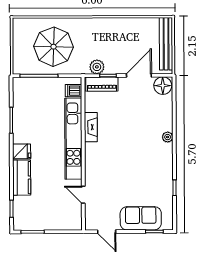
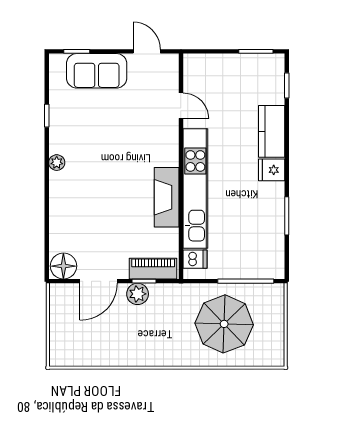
bench: (166, 44) -> (58, 328), removed
plant: (97, 67) -> (138, 294), moved
fireplace: (91, 127) -> (167, 197), width x1.37, depth x1.32
plant: (168, 137) -> (57, 163), moved

